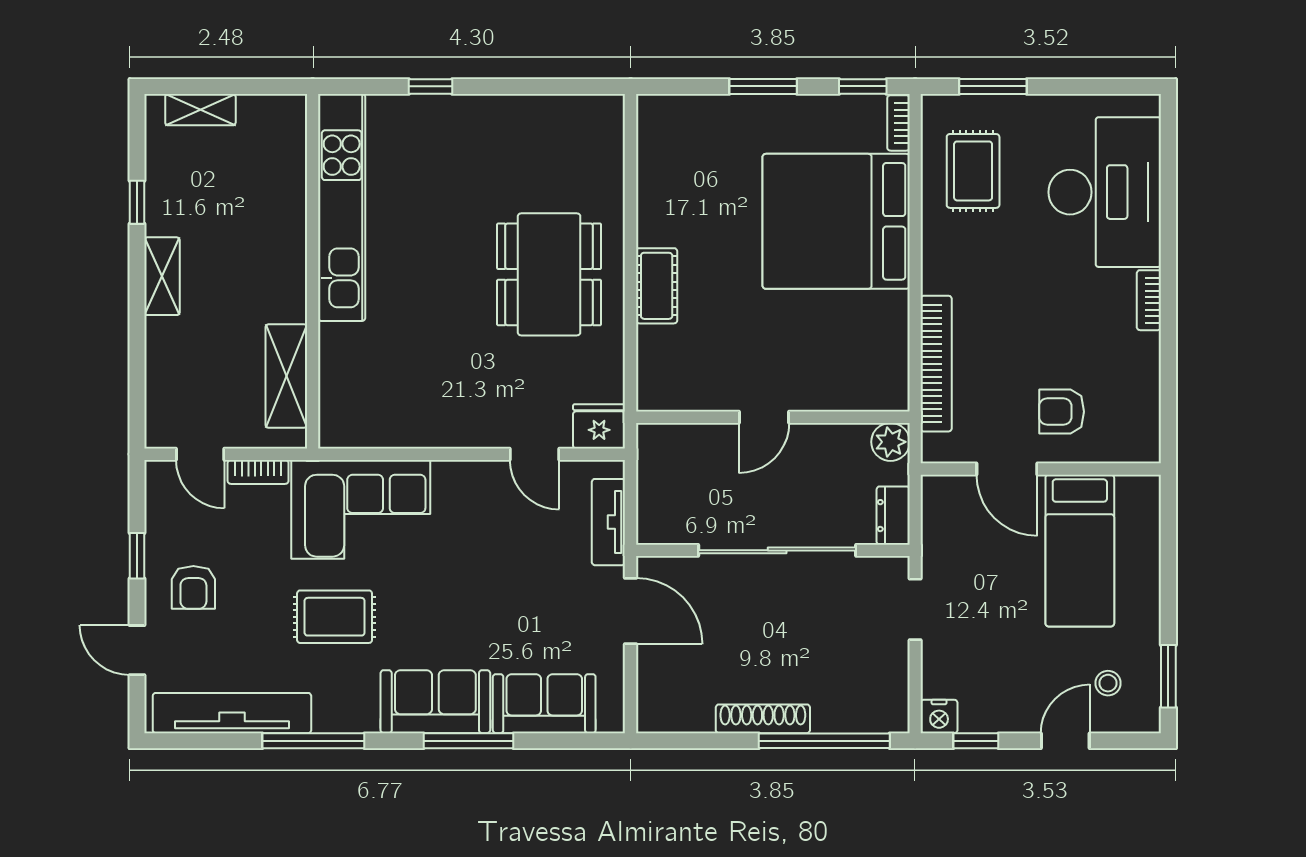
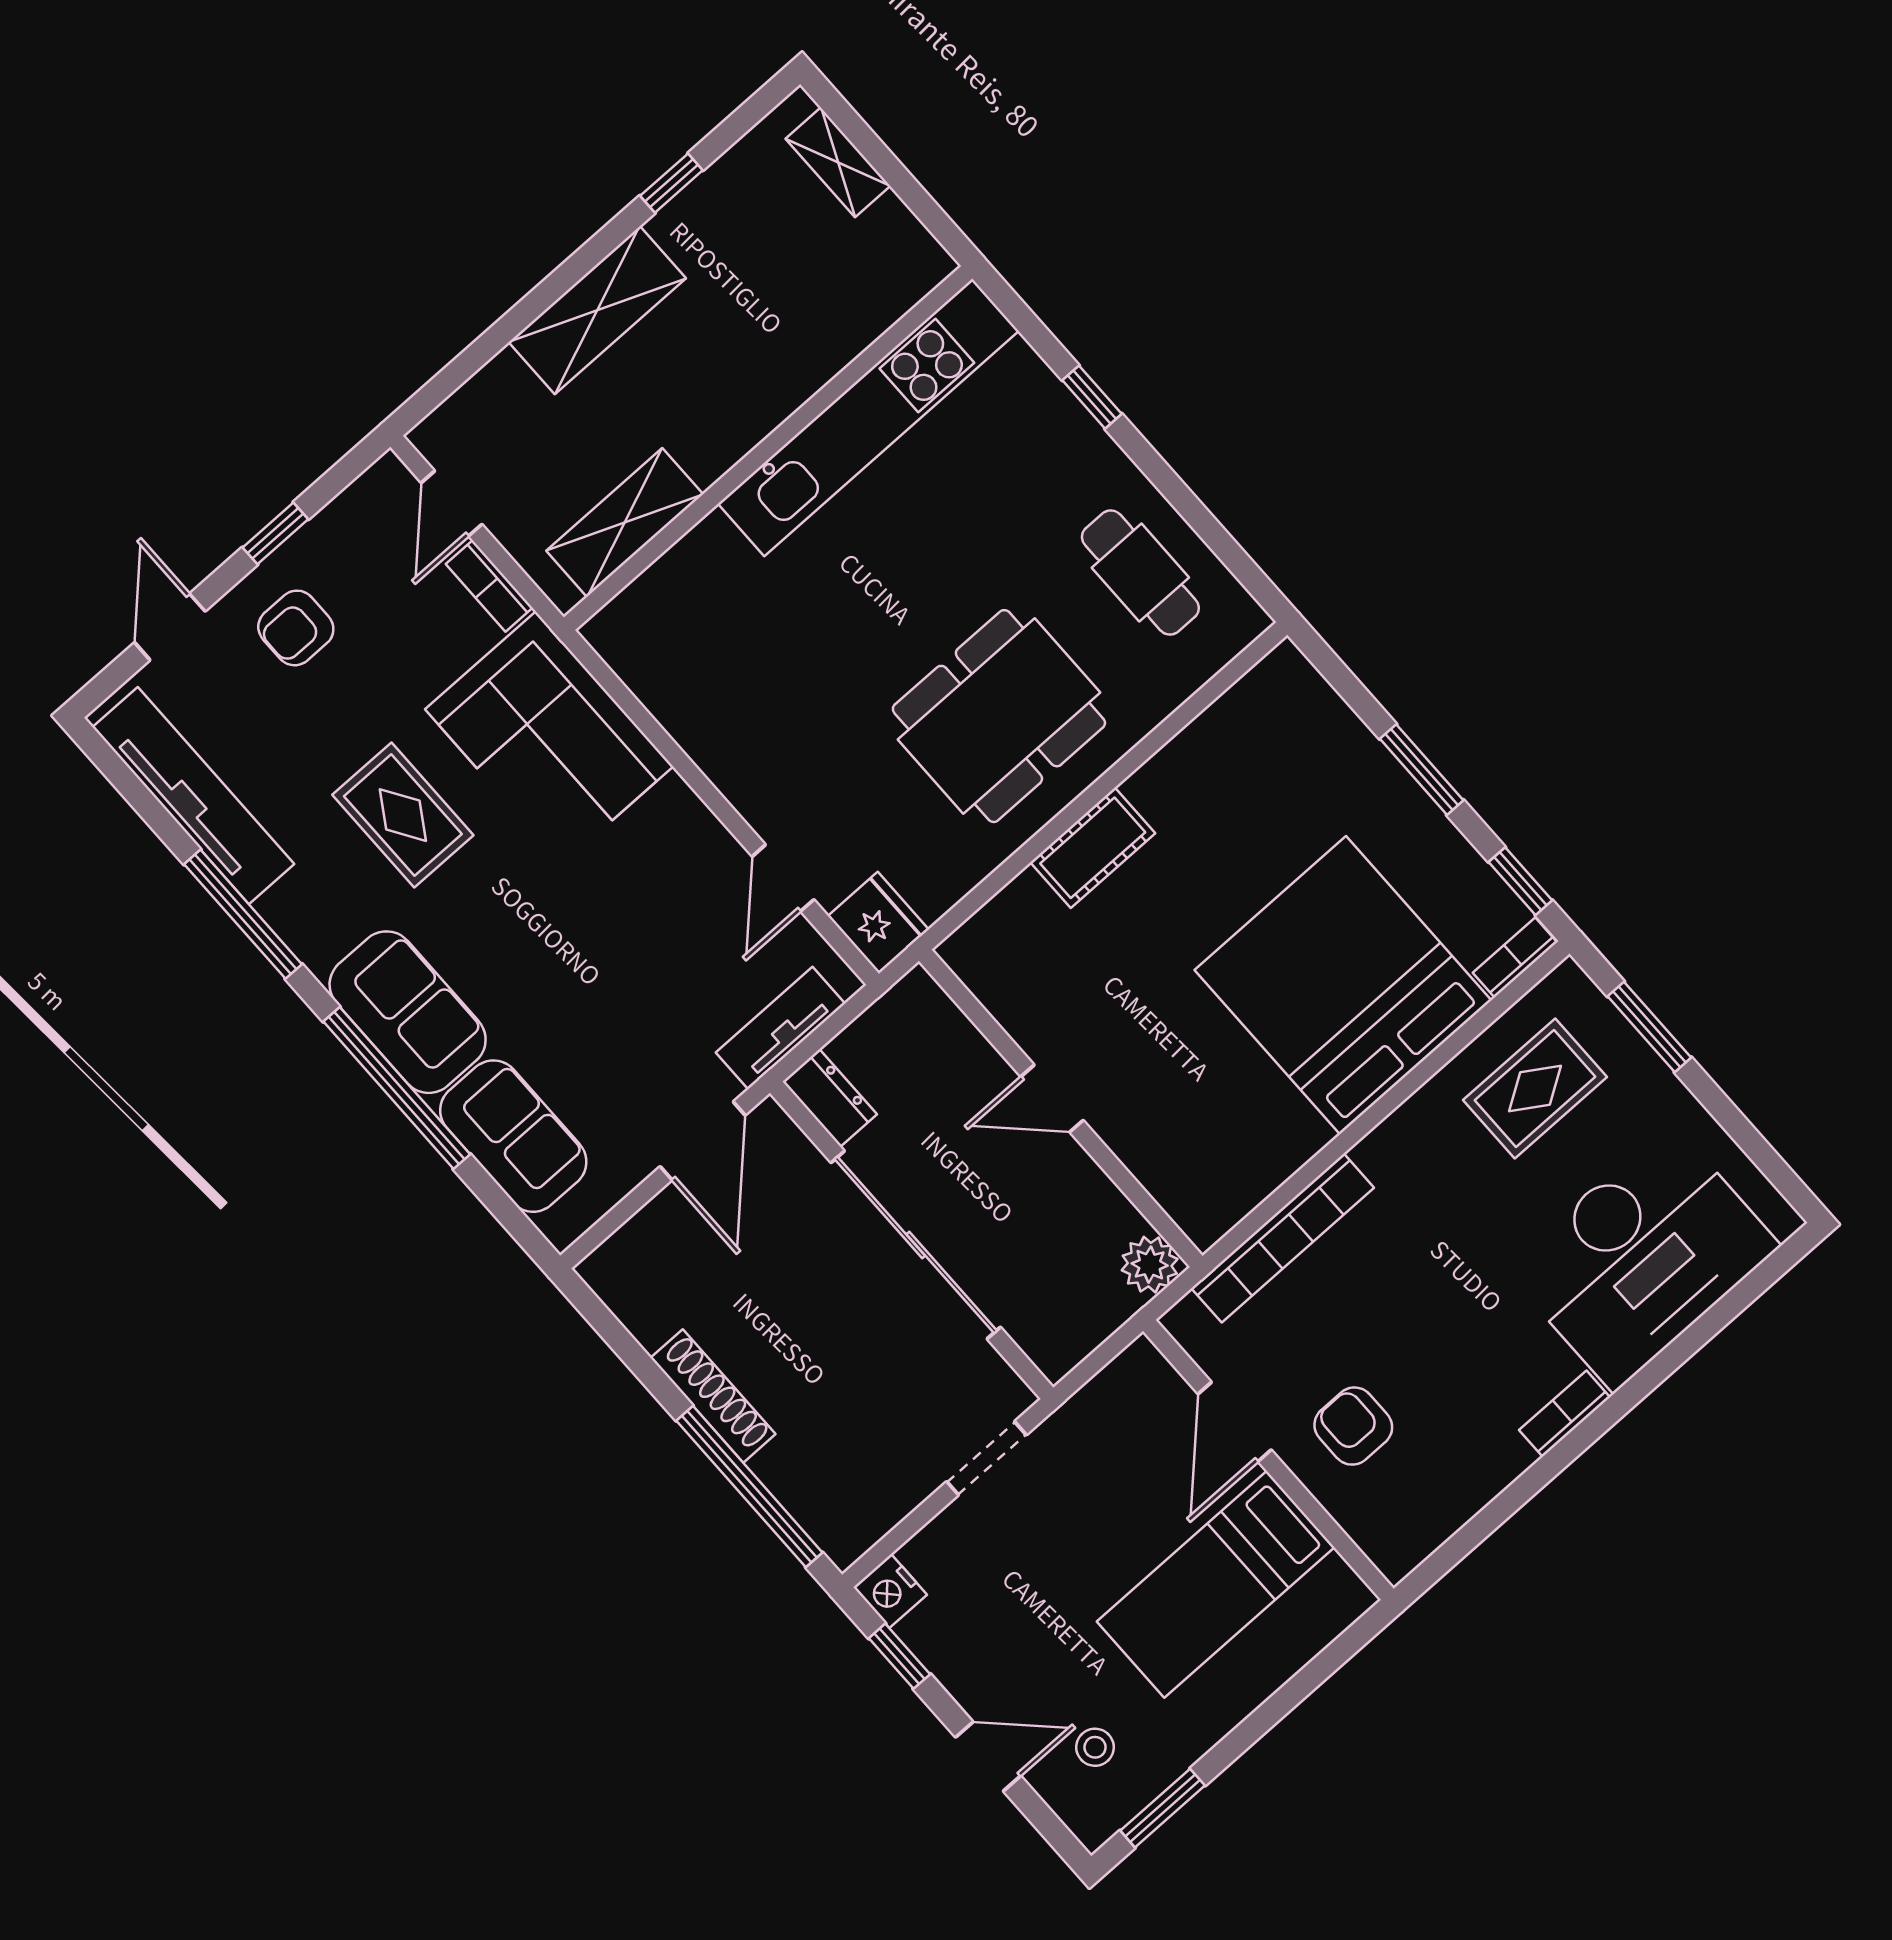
cafe table: (540, 140) -> (1140, 573), added
shelving: (162, 276) -> (597, 310), width x1.50, depth x1.33
dresser: (893, 516) -> (830, 1098), moved, turned 90
window: (468, 741) -> (397, 1088), width x1.46

